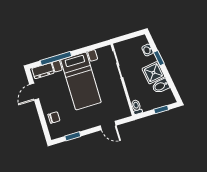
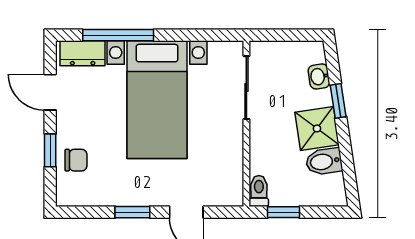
door: (34, 92) -> (50, 92), hinge flipped
window: (161, 110) -> (283, 212), moved
window: (42, 117) -> (50, 150), added
window: (73, 136) -> (132, 212), moved

